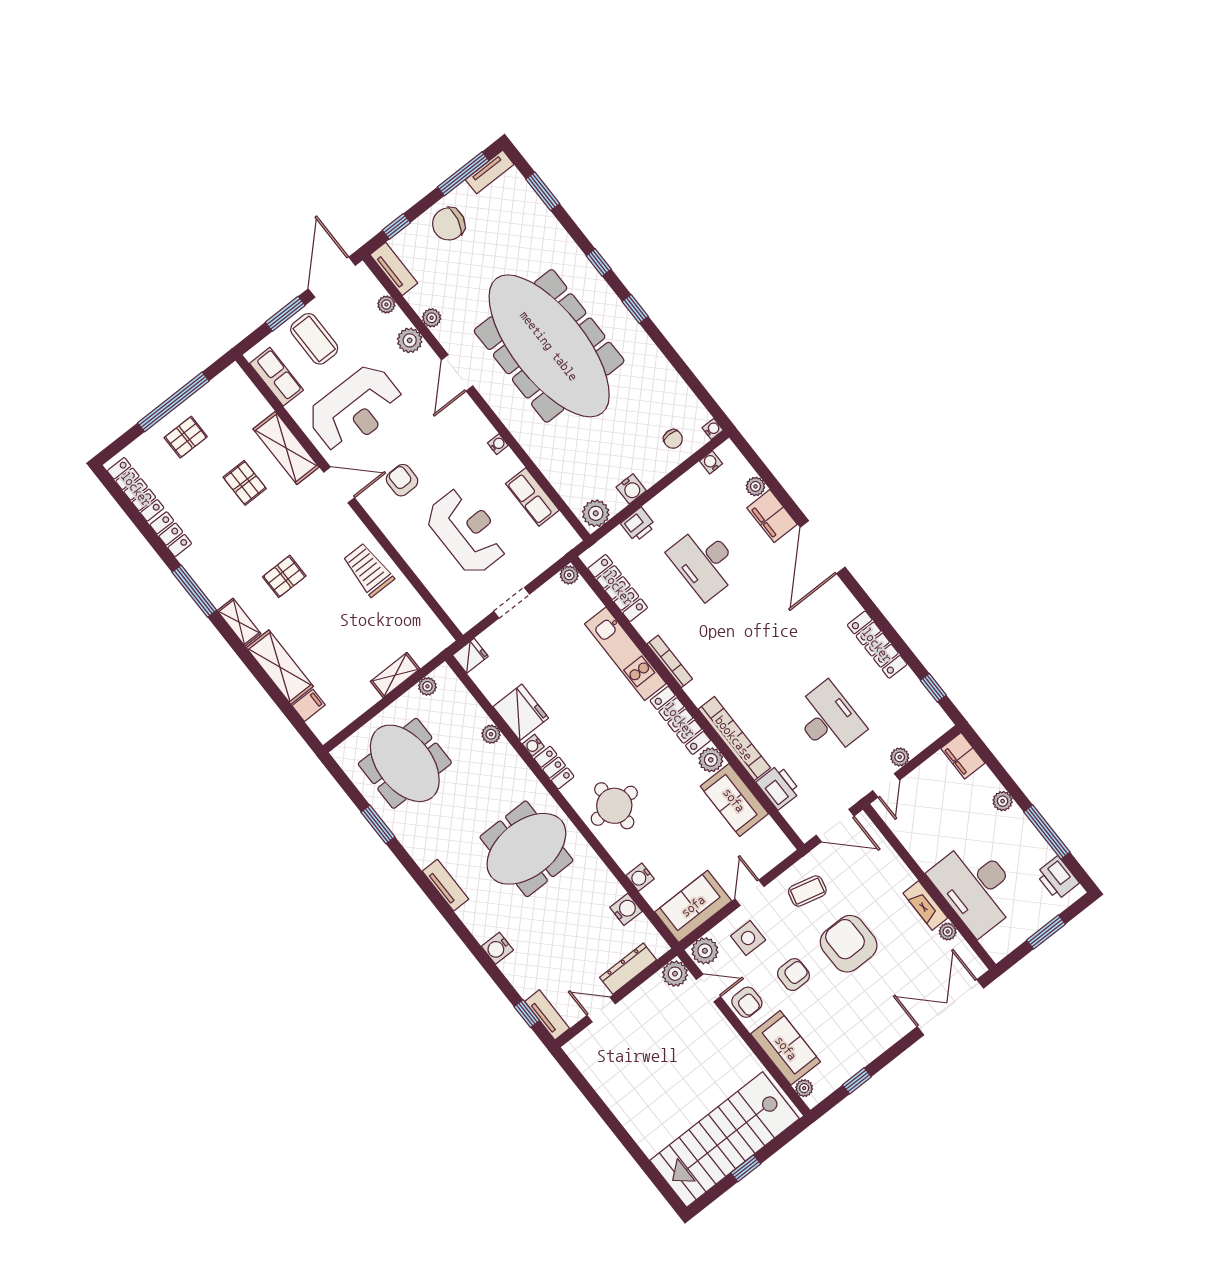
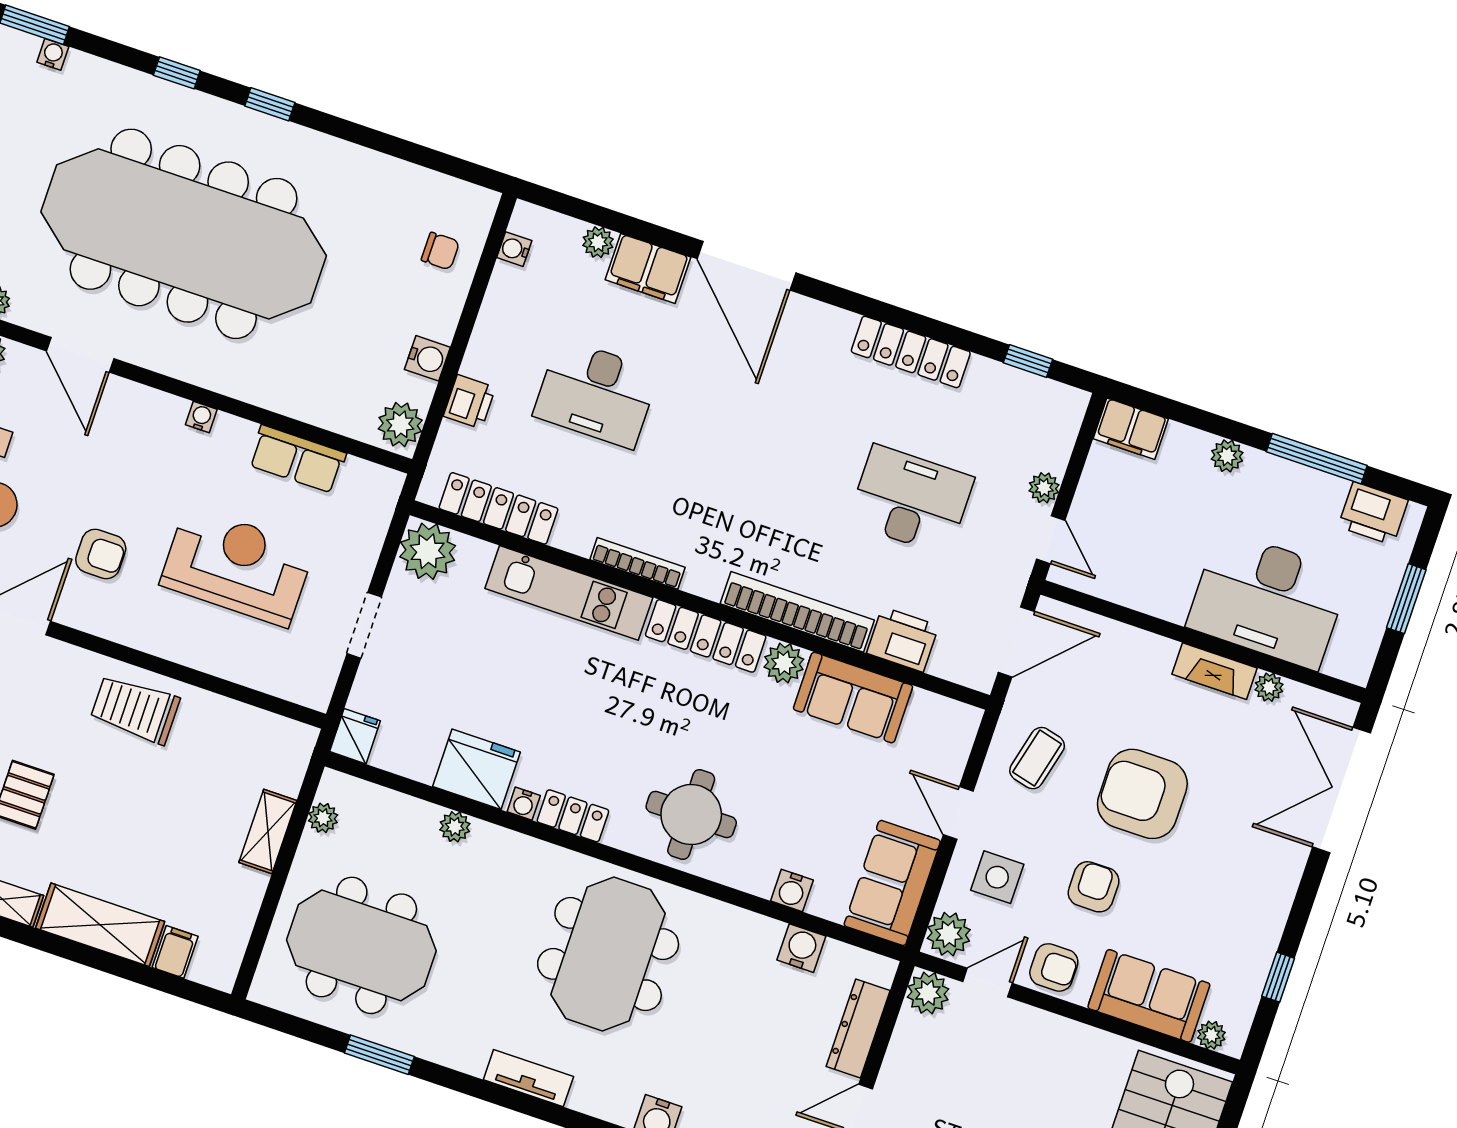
water cooler: (713, 429) -> (53, 54), moved
armchair: (402, 480) -> (101, 554), turned 180
plant: (569, 575) -> (428, 551), width x1.87, depth x1.87

